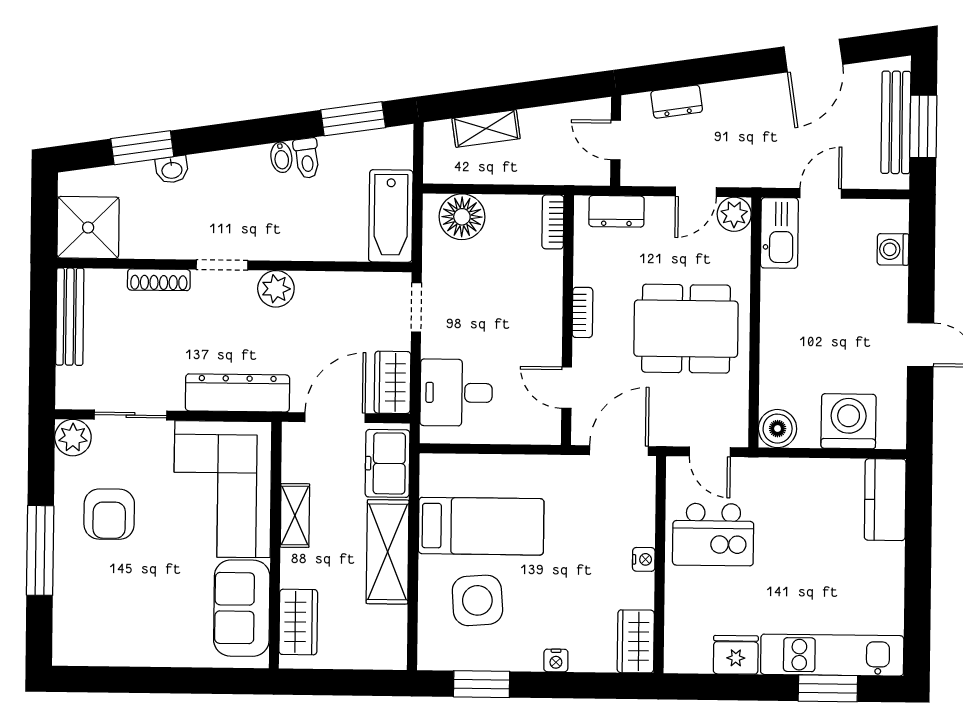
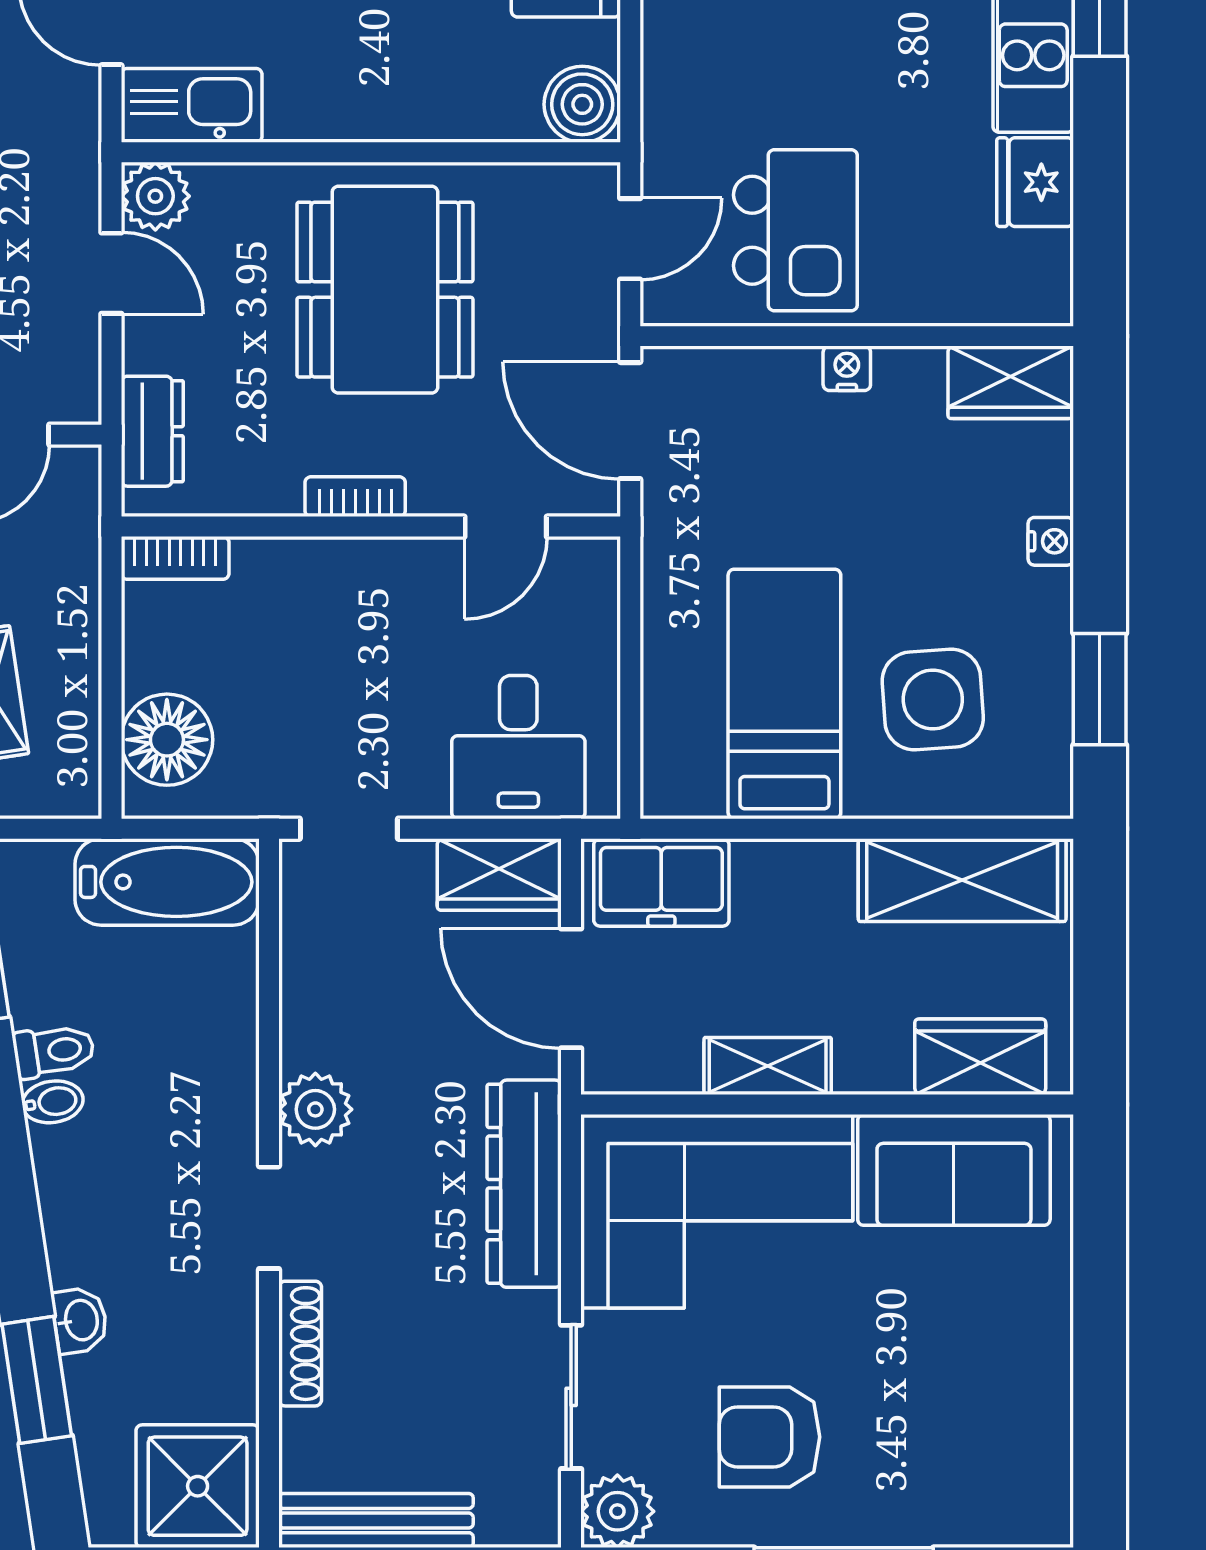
armchair: (109, 514) -> (769, 1437), turned 180
shelving: (388, 552) -> (962, 880), moved

